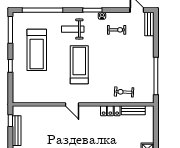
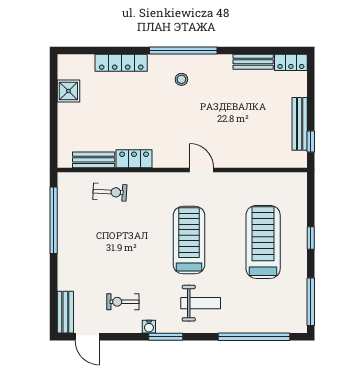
treadmill: (37, 50) -> (263, 242), moved
treadmill: (79, 65) -> (189, 240), turned 180

